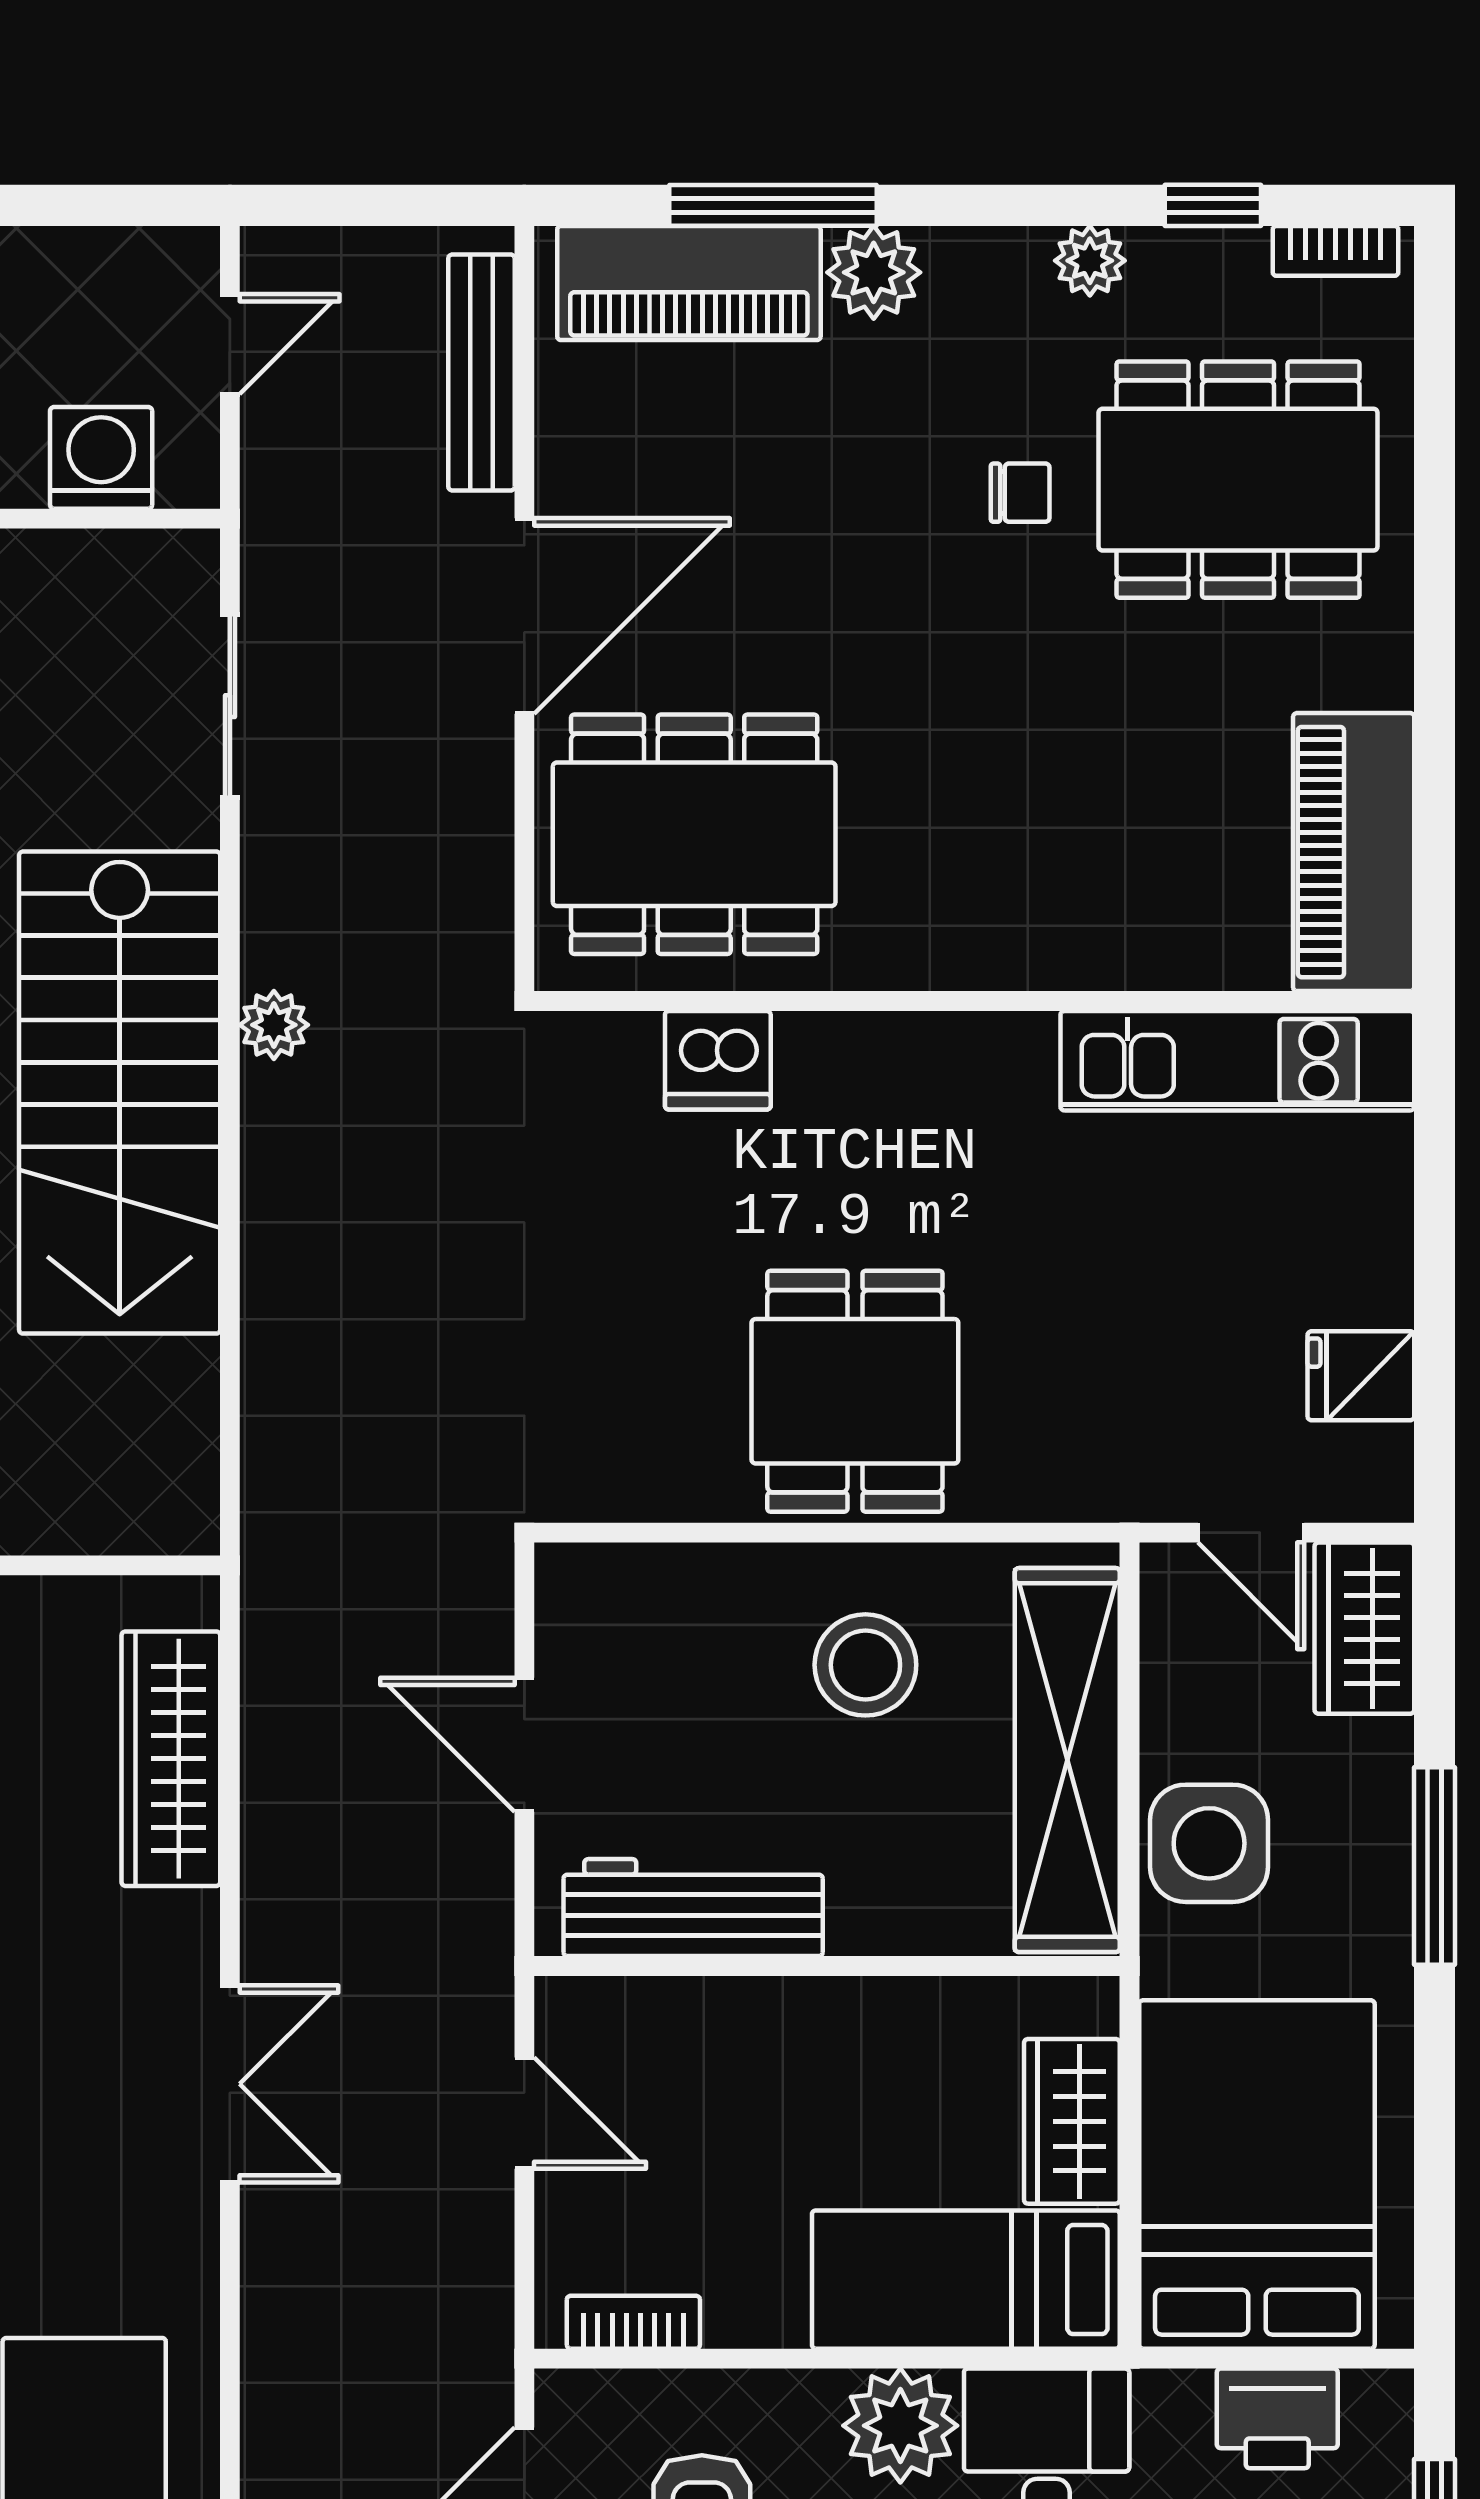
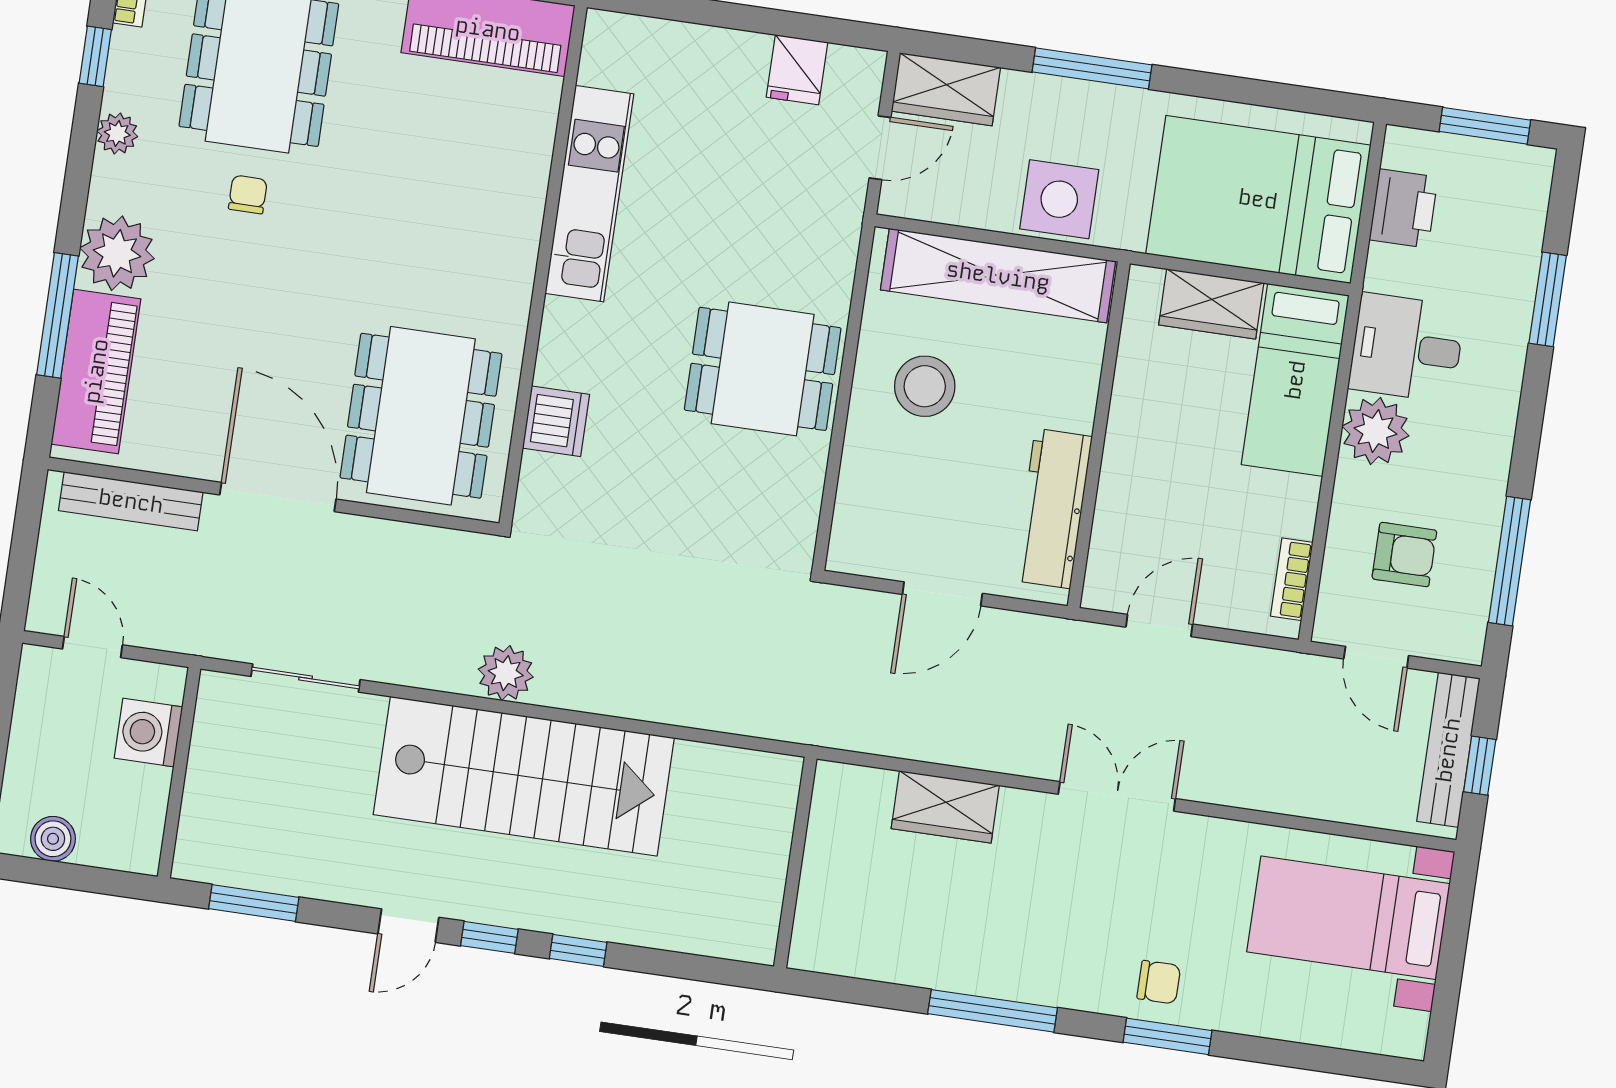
plant: (874, 272) -> (117, 253), width x1.36, depth x1.36
plant: (274, 1025) -> (506, 673), width x1.38, depth x1.38
kitchen unit: (1237, 1061) -> (589, 194), moved
wardrobe: (171, 1759) -> (945, 807), width x0.67

